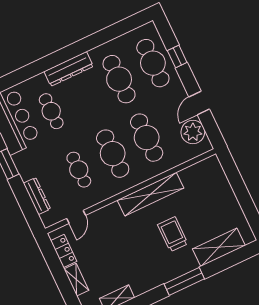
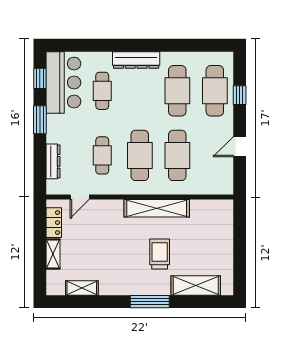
plant: (193, 132) -> (222, 170), removed

